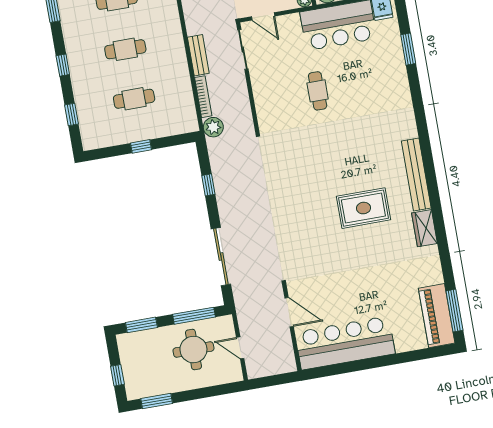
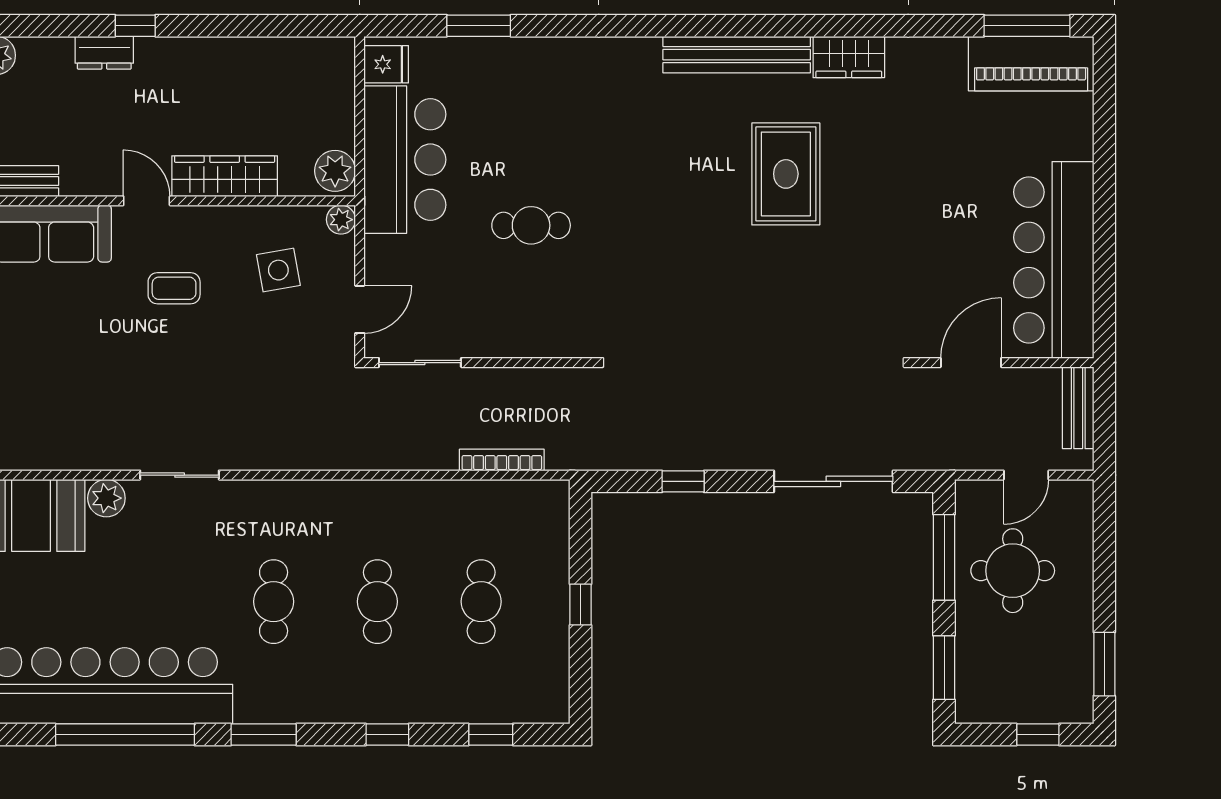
bench: (198, 55) -> (1078, 408), moved, turned 90
plant: (213, 127) -> (567, 450), removed

